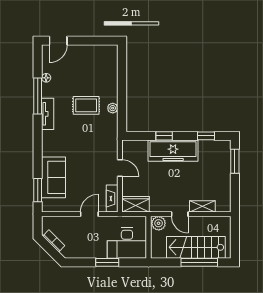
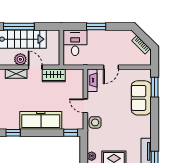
window: (164, 136) -> (71, 133), moved
side table: (108, 148) -> (95, 122), added
wardrobe: (136, 204) -> (54, 75), moved
plant: (159, 223) -> (20, 59), moved
desk: (127, 243) -> (75, 43), width x0.73

